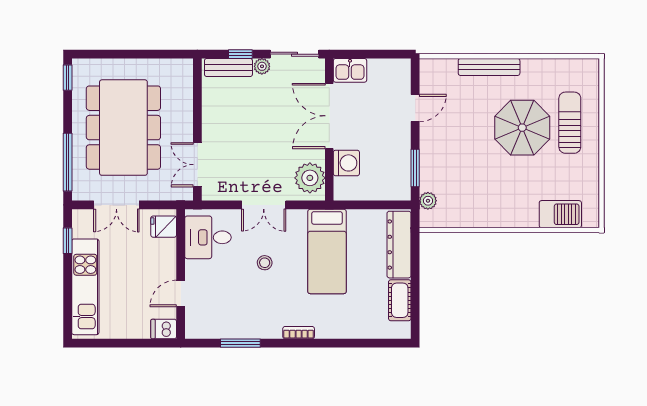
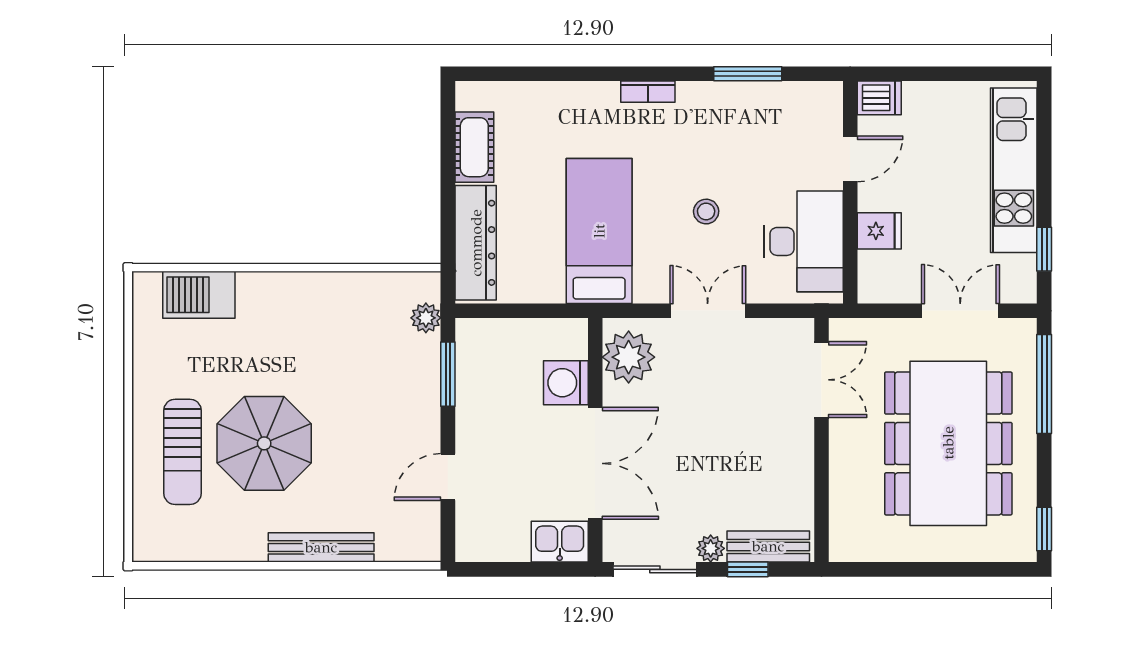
fridge: (164, 227) -> (879, 231), moved
desk: (208, 237) -> (803, 241), width x1.37

